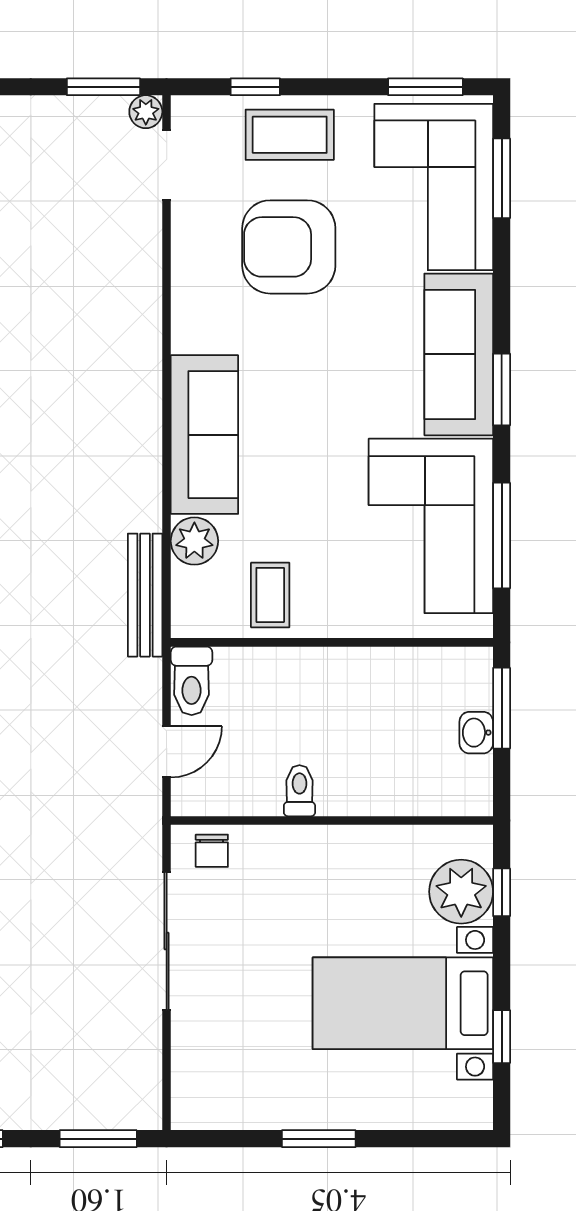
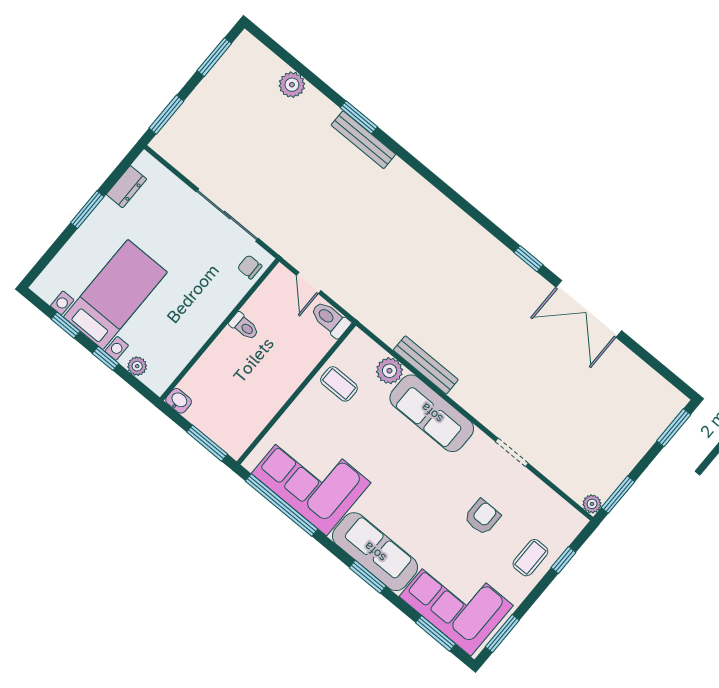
coffee table: (290, 135) -> (530, 558), width x0.73, depth x0.77
doorway: (167, 165) -> (512, 452), moved
armchair: (289, 247) -> (482, 517), width x0.53, depth x0.53
window: (502, 389) -> (368, 577), moved
window: (502, 536) -> (281, 505), width x1.46
bench: (145, 595) -> (426, 365), moved
washbasin: (476, 733) -> (179, 401), moved
plant: (461, 892) -> (137, 366), width x0.53, depth x0.53
window: (502, 892) -> (106, 358), moved
dresser: (242, 1111) -> (126, 187), added

